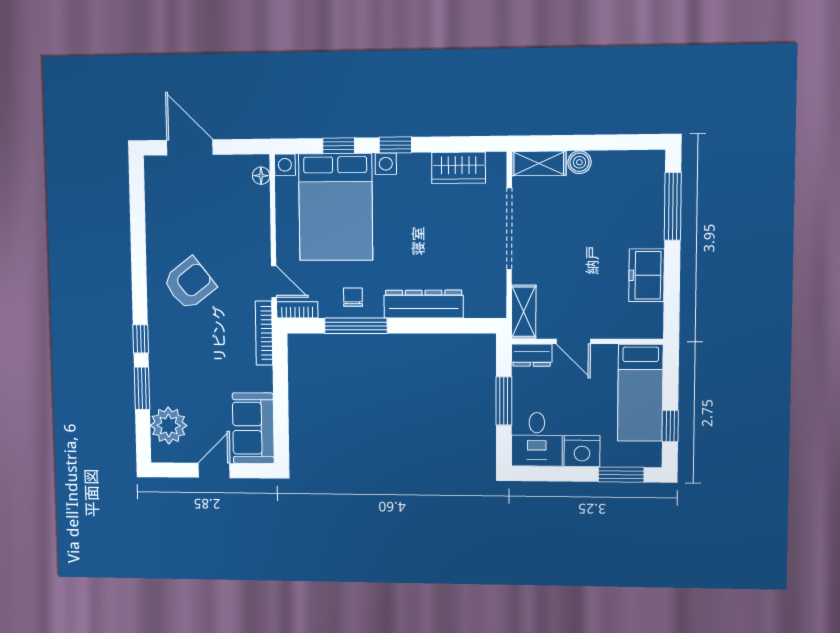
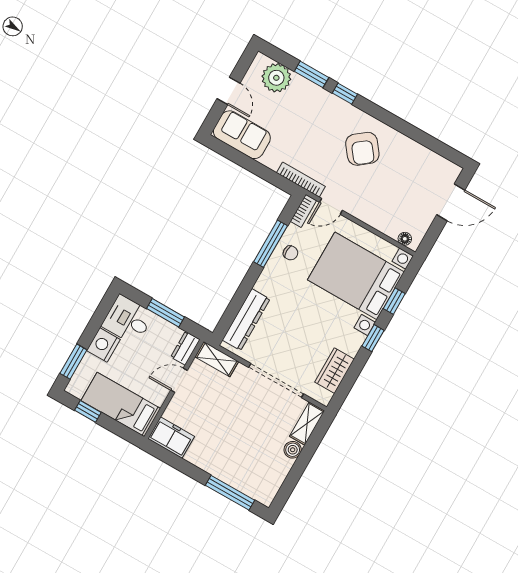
freezer: (647, 275) -> (171, 438), moved
dresser: (424, 304) -> (246, 320), moved

